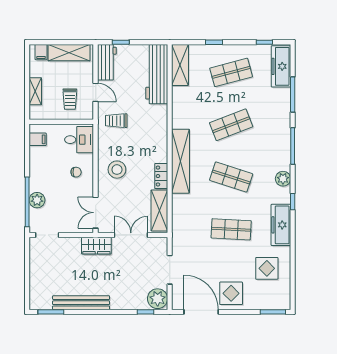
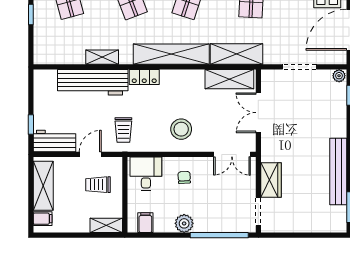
shelving: (180, 65) -> (102, 57), moved, width x0.67, depth x0.75
workbench: (157, 74) -> (93, 82), moved
shelving: (35, 91) -> (106, 225), moved
trolley: (70, 99) -> (98, 185), turned 180
locker: (161, 176) -> (144, 77), moved
plant: (37, 200) -> (184, 223), moved
shelving: (181, 216) -> (237, 54), added
wardrobe: (96, 246) -> (271, 180), moved
plant: (158, 299) -> (339, 76), width x0.53, depth x0.53

